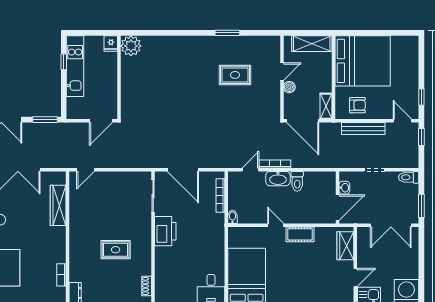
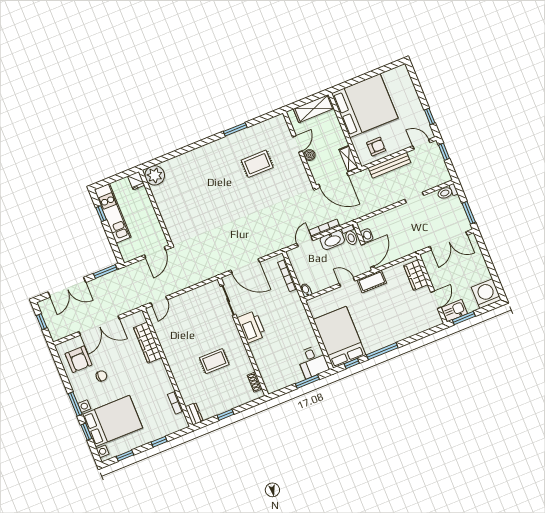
washbasin: (344, 188) -> (367, 235), moved
wall: (338, 197) -> (364, 246), moved
door: (338, 208) -> (368, 256), moved

